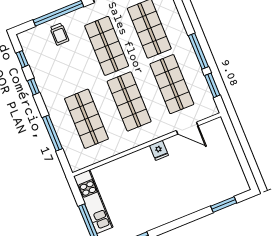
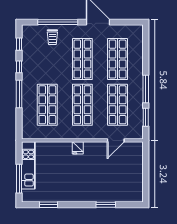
door: (187, 128) -> (116, 140), hinge flipped
window: (52, 133) -> (19, 94), moved
fridge: (159, 150) -> (78, 148), moved
window: (224, 204) -> (106, 205), moved

